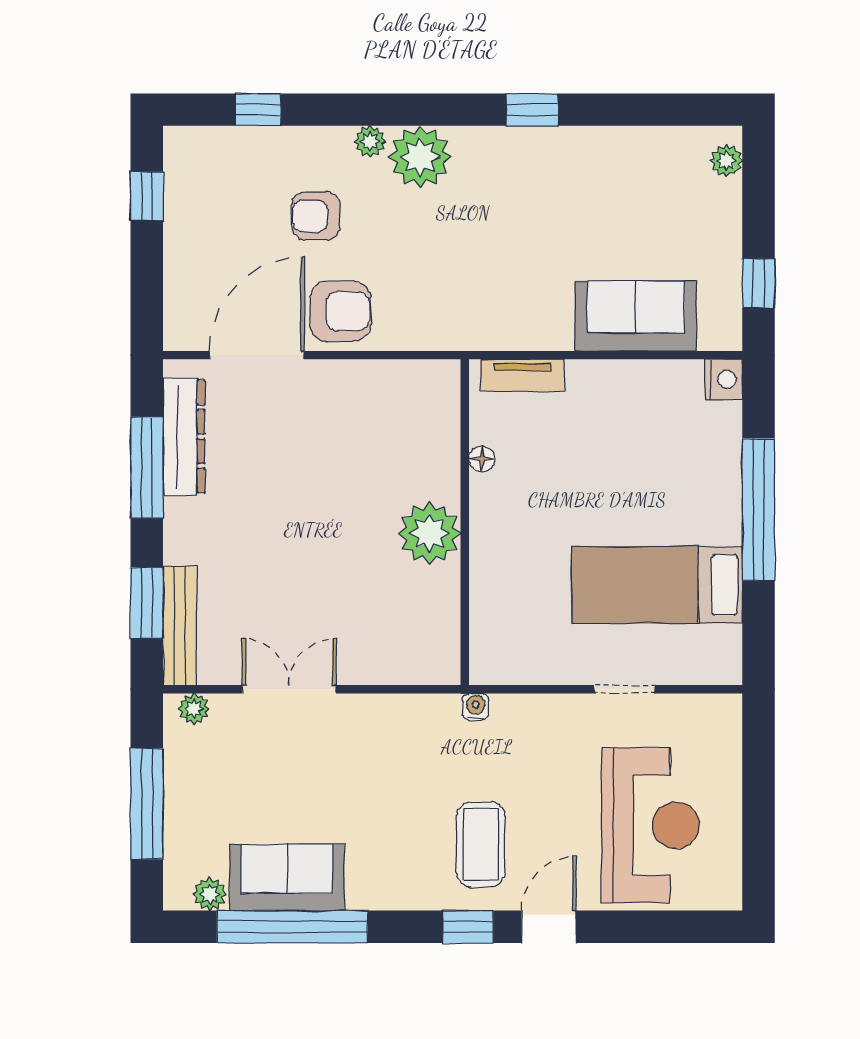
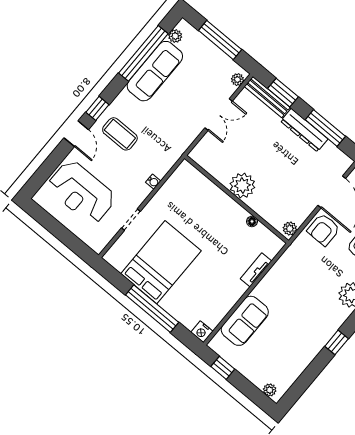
plant: (392, 376) -> (290, 229), added
dresser: (184, 436) -> (304, 130), moved
floor lamp: (482, 459) -> (252, 221), moved
wall: (465, 522) -> (237, 199), moved
plant: (429, 533) -> (242, 186), moved
bed: (657, 585) -> (161, 262), width x1.50
water cooler: (476, 707) -> (153, 182), moved
sofa: (287, 877) -> (155, 71), width x1.36

